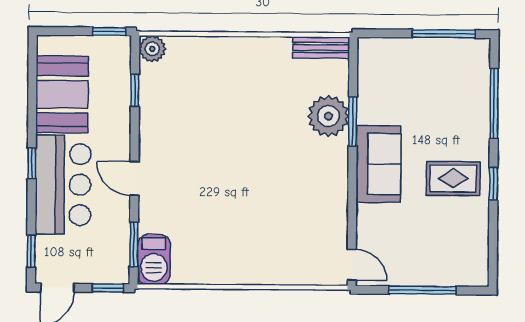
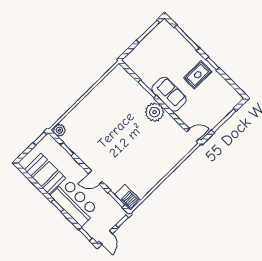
bench: (321, 48) -> (113, 75), removed
plant: (328, 116) -> (155, 112), moved

